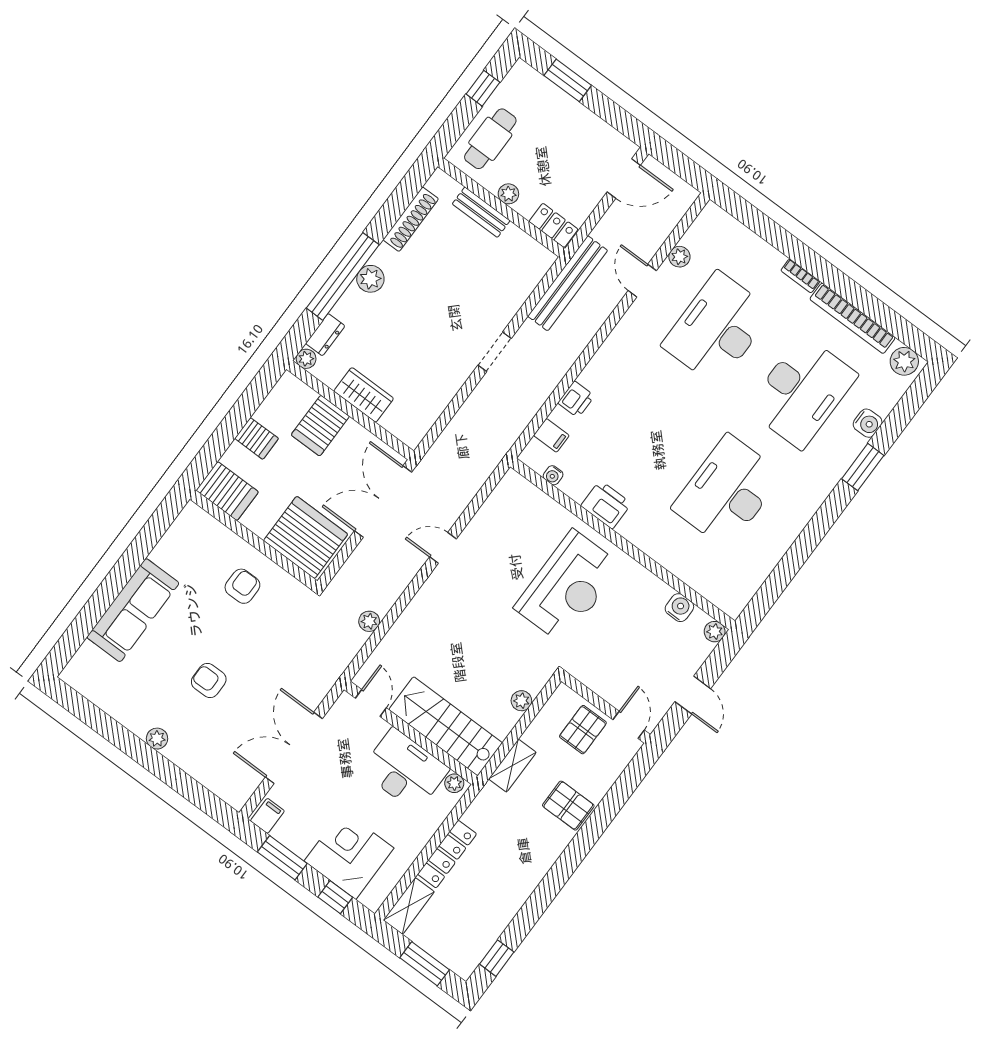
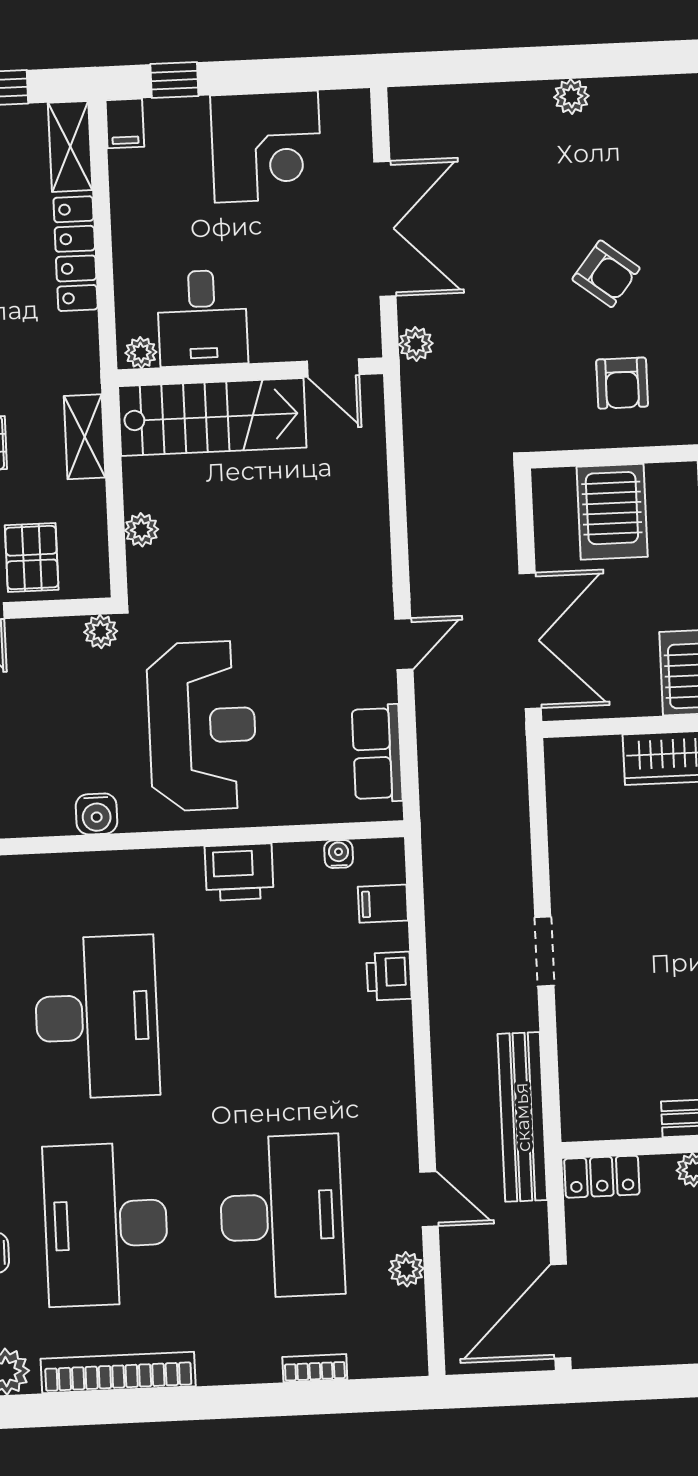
door: (624, 179) -> (561, 1311), width x1.36
bookcase: (800, 276) -> (315, 1368), moved
row of seats: (497, 507) -> (377, 753), added
server rack: (306, 537) -> (612, 512), width x0.63
reception desk: (568, 587) -> (202, 726), turned 180
water cooler: (679, 608) -> (97, 814), moved
plant: (369, 621) -> (416, 344), moved
plant: (579, 669) -> (101, 632), added
armchair: (209, 681) -> (606, 274), moved, turned 38
desk: (405, 770) -> (202, 318), width x0.73
filing cabinet: (267, 816) -> (125, 123), moved
corner desk: (349, 855) -> (266, 147), moved
window: (282, 858) -> (284, 75), removed

